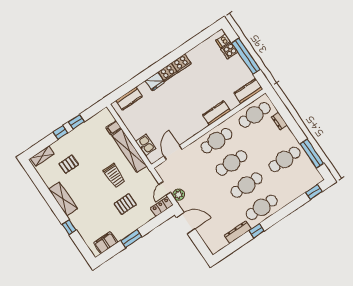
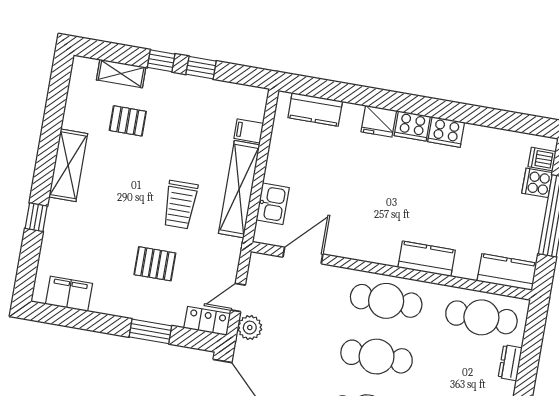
shelving: (42, 156) -> (121, 74), moved
window: (131, 239) -> (150, 331), moved

